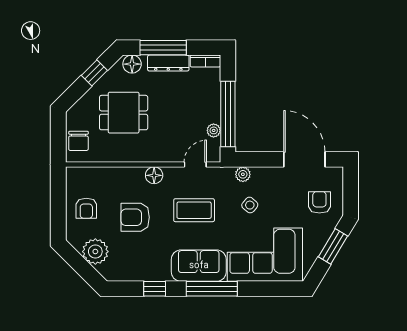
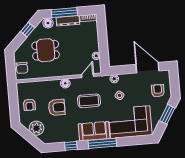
window: (228, 114) -> (103, 46), removed
armchair: (135, 217) -> (57, 107), turned 180

